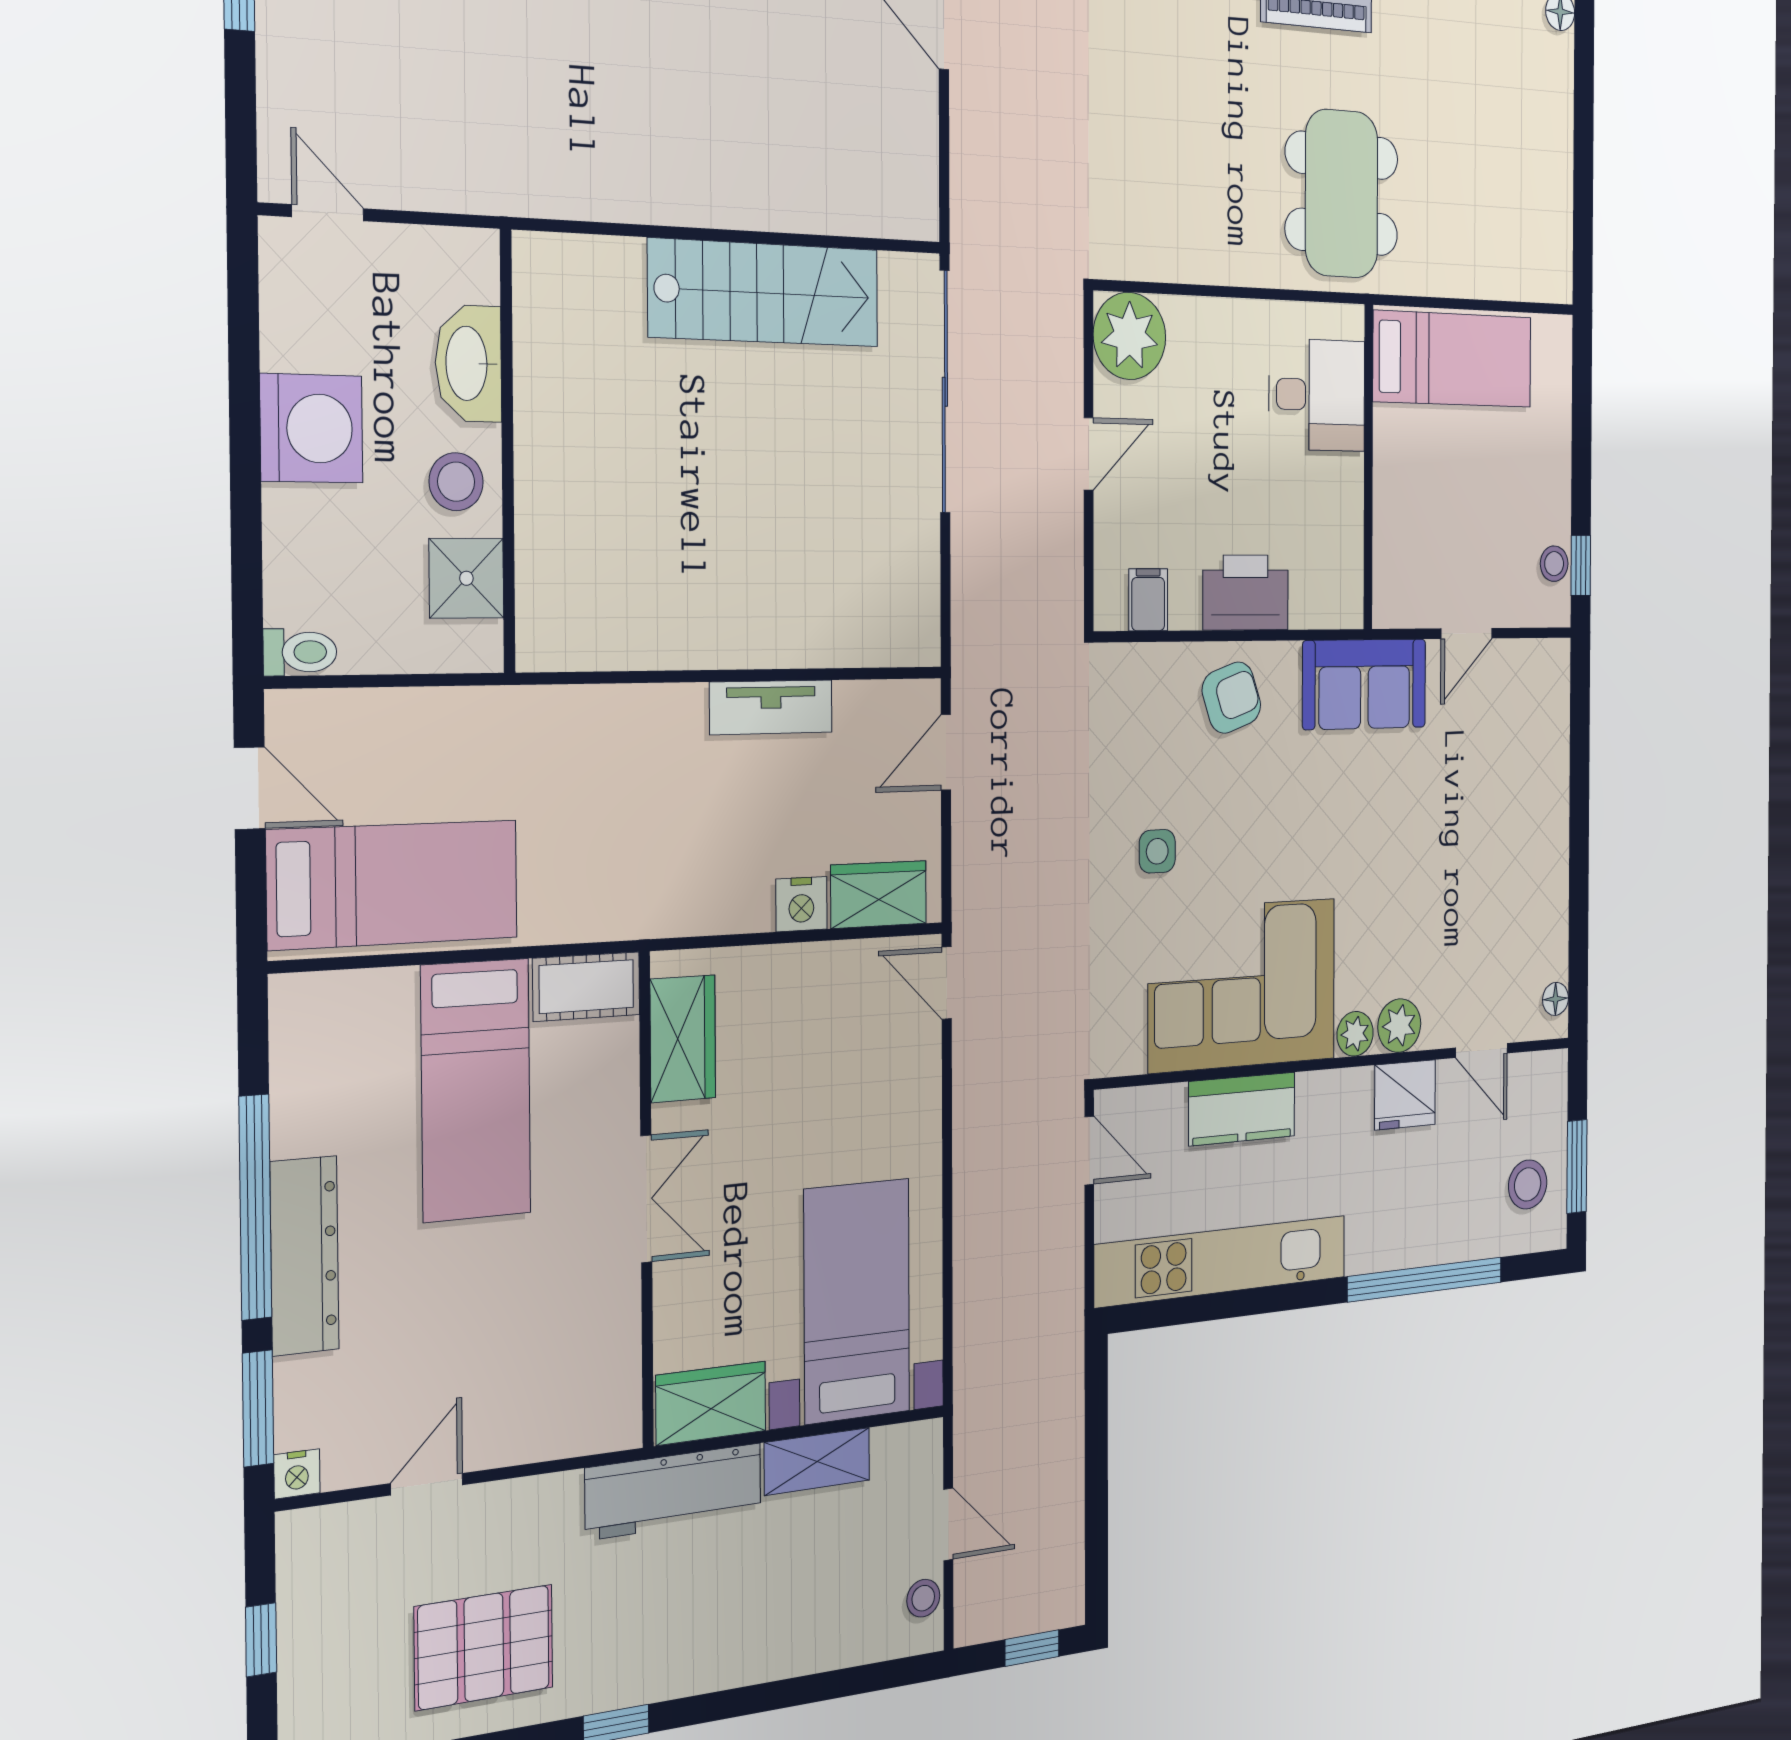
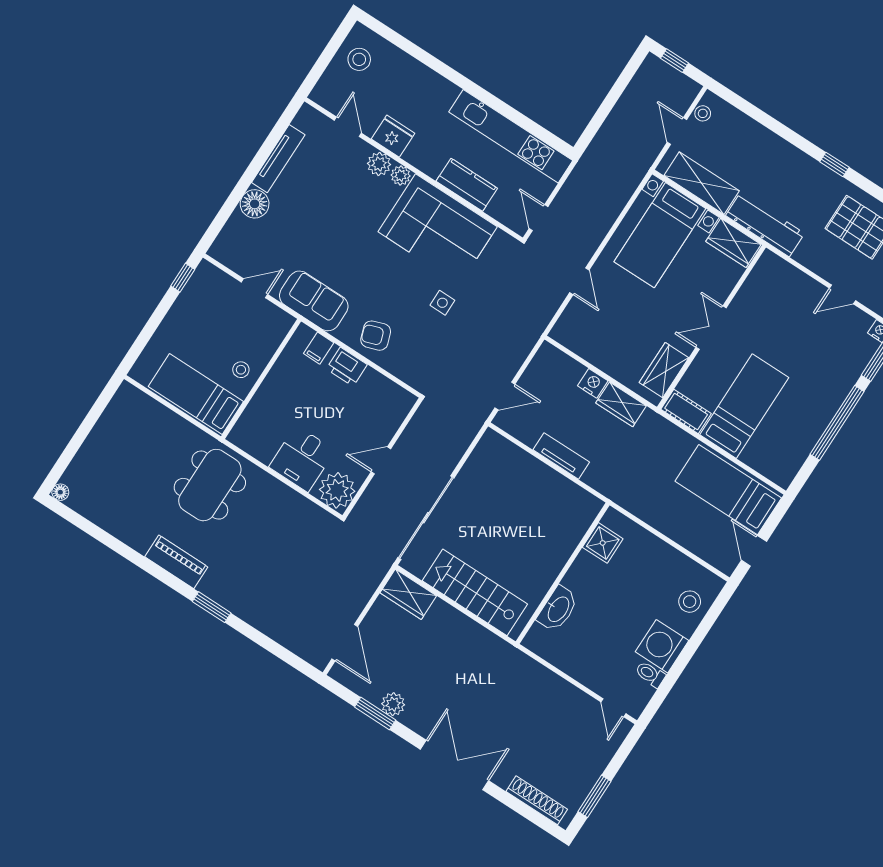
wardrobe: (886, 203) -> (408, 594), added
washbasin: (468, 363) -> (558, 609), moved
desk: (1317, 395) -> (302, 459), moved, turned -90
wall: (508, 452) -> (563, 573), moved
stool: (456, 482) -> (690, 602), moved
stool: (1554, 564) -> (241, 370), moved
shower: (466, 578) -> (603, 543), moved
printer: (1246, 593) -> (347, 367), width x0.73, depth x0.84
filing cabinet: (1148, 600) -> (319, 348), moved
toilet: (300, 652) -> (650, 674), moved
wardrobe: (879, 894) -> (621, 404), moved
tv unit: (1553, 902) -> (278, 159), added
door: (947, 983) -> (579, 281), moved
floor lamp: (1556, 999) -> (255, 204), moved, width x1.89, depth x1.89
window: (1577, 1167) -> (332, 48), removed
dresser: (305, 1256) -> (832, 396), removed
window: (1425, 1279) -> (429, 60), removed
shelving: (817, 1461) -> (702, 183), width x1.50, depth x1.33

